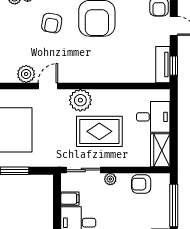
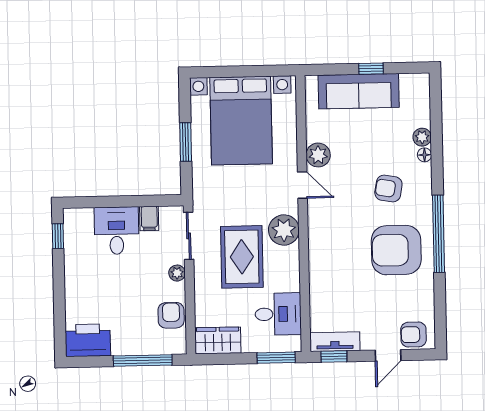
window: (174, 108) -> (276, 358), added
desk: (153, 117) -> (278, 314), moved, turned -90

